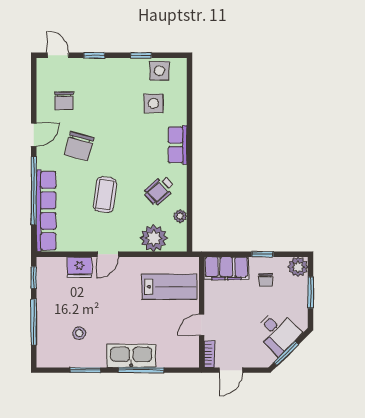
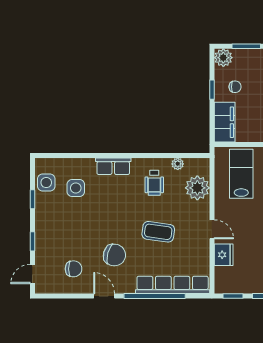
wheelchair: (159, 190) -> (154, 183), turned 42

